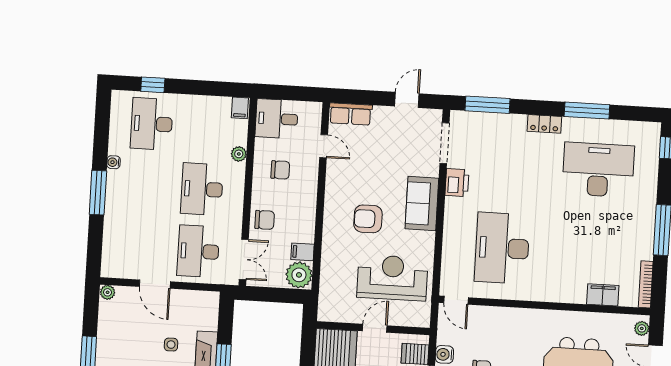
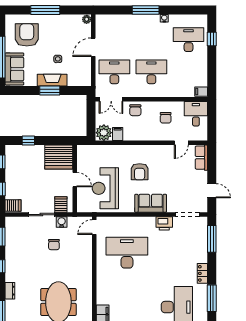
plant: (239, 154) -> (174, 93), removed
armchair: (368, 219) -> (140, 172), turned 180
reception desk: (392, 278) -> (105, 188), turned 180

